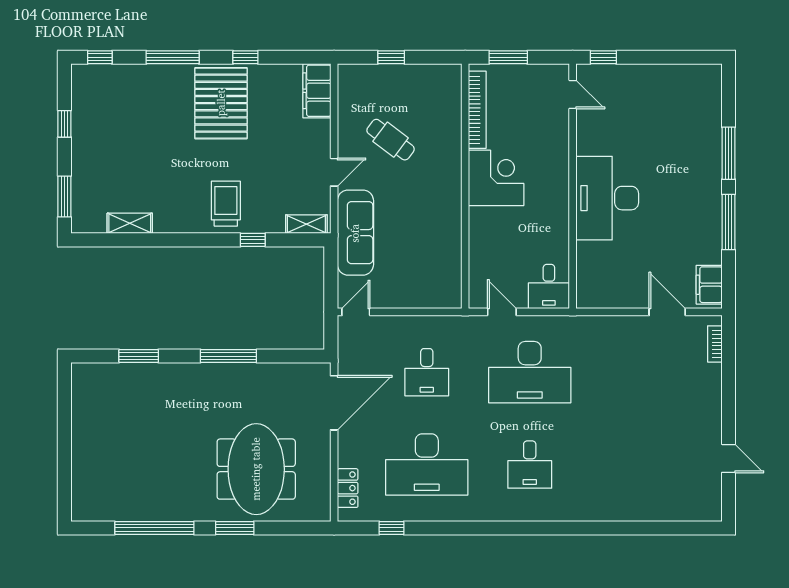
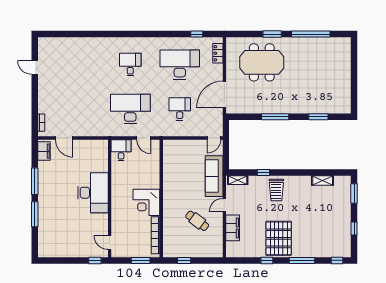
window: (391, 57) -> (184, 260), moved
filing cabinet: (317, 91) -> (233, 228), moved
meeting table: (256, 469) -> (262, 62), turned 90

